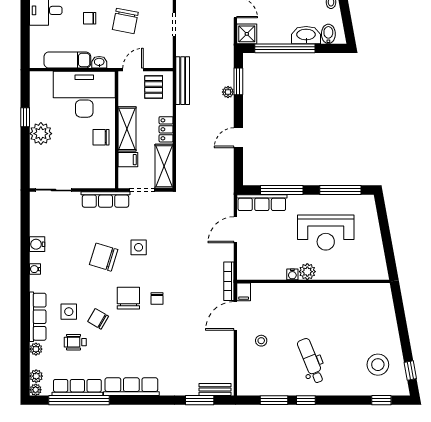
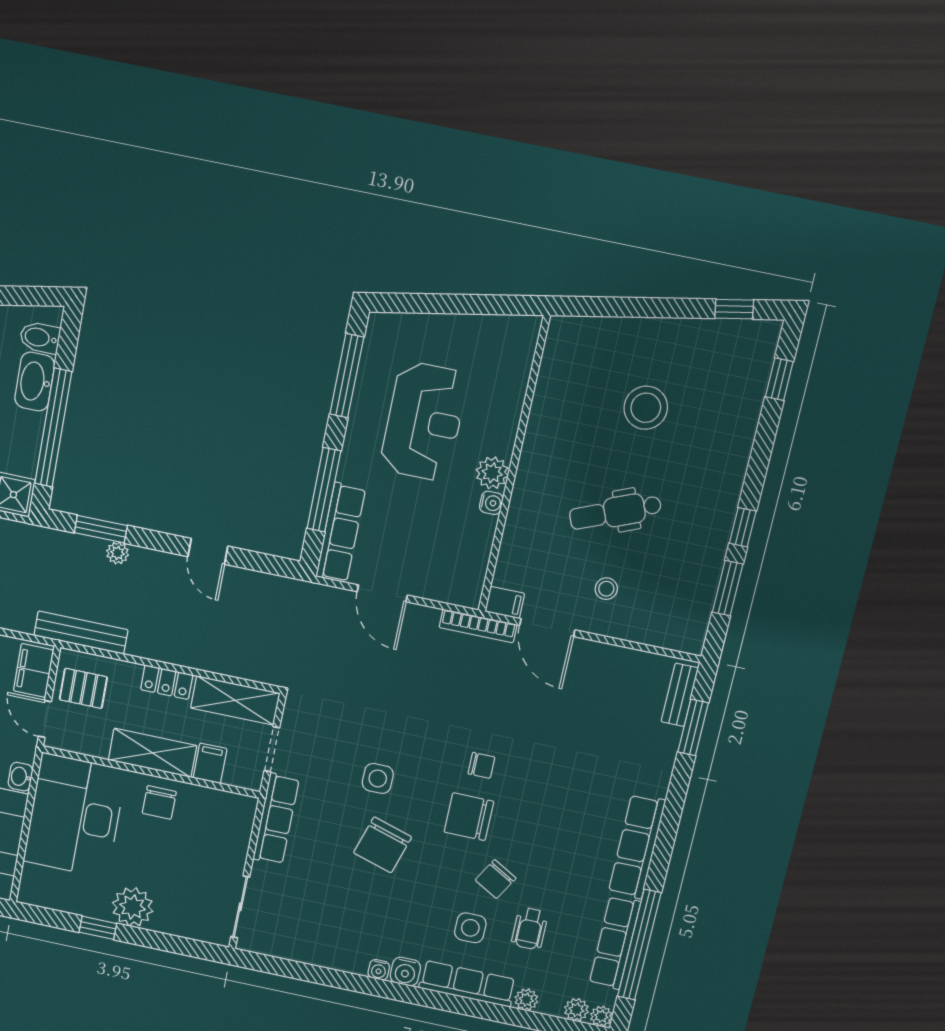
filing cabinet: (157, 59) -> (33, 671), added
water cooler: (37, 244) -> (405, 972), moved
dental chair: (311, 361) -> (615, 512), moved
stool: (378, 365) -> (646, 408), moved

